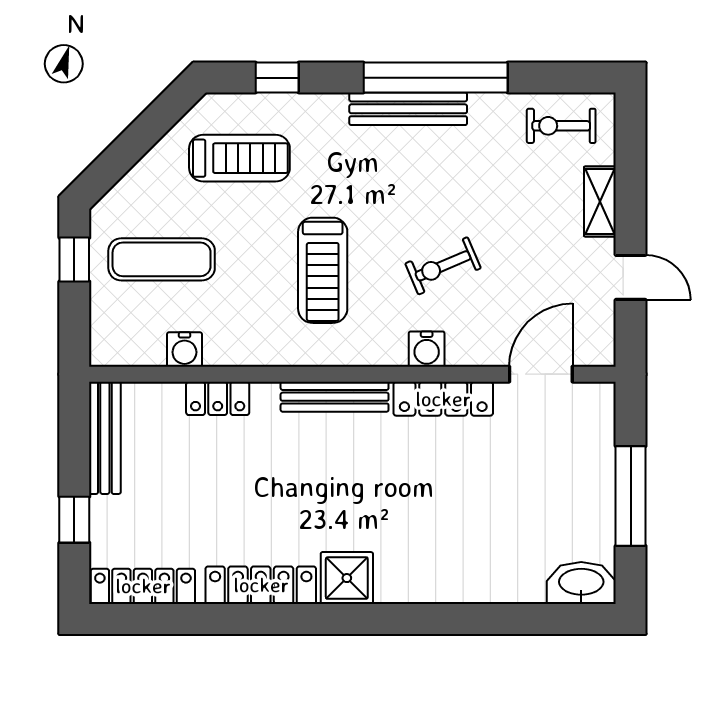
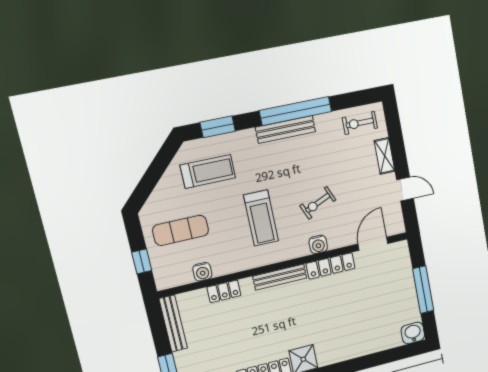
window: (277, 78) -> (218, 127), width x1.50
window: (74, 260) -> (142, 261), moved
washbasin: (581, 583) -> (413, 333), width x0.72

